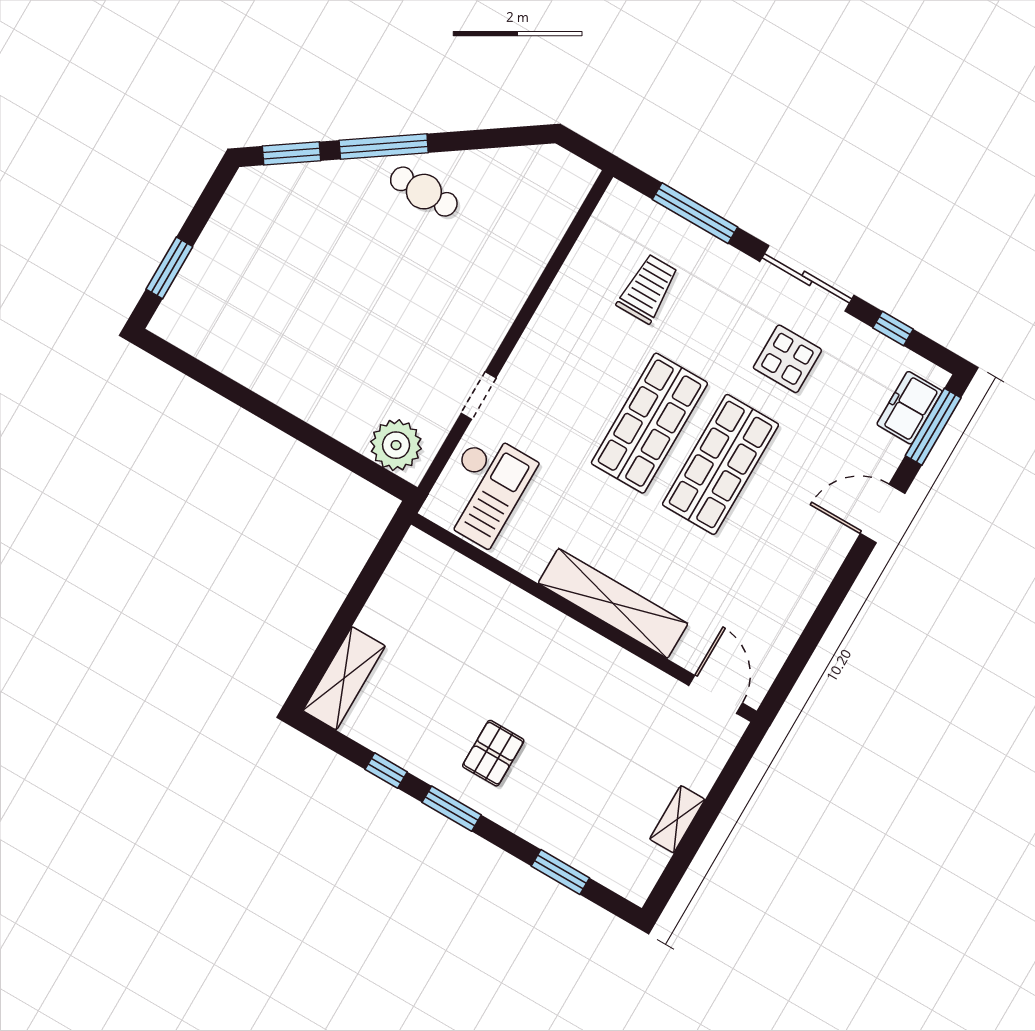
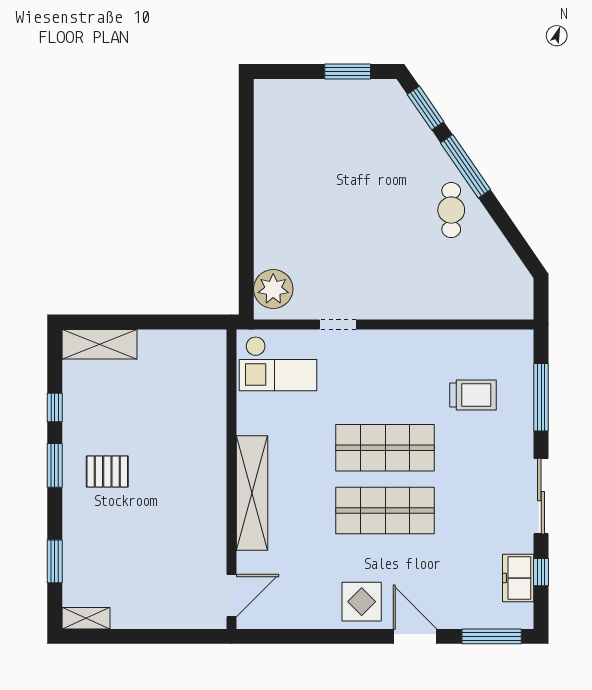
window: (169, 268) -> (348, 71), moved
display table: (787, 359) -> (362, 602), moved
freezer: (910, 408) -> (518, 578), moved, turned -90
shelving: (677, 819) -> (86, 618), moved

